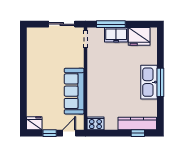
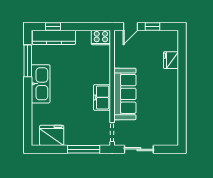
freezer: (116, 35) -> (102, 97), moved, turned -90
window: (160, 82) -> (28, 61), moved
sofa: (74, 91) -> (125, 94), moved
fridge: (34, 123) -> (171, 60), moved, turned 90

